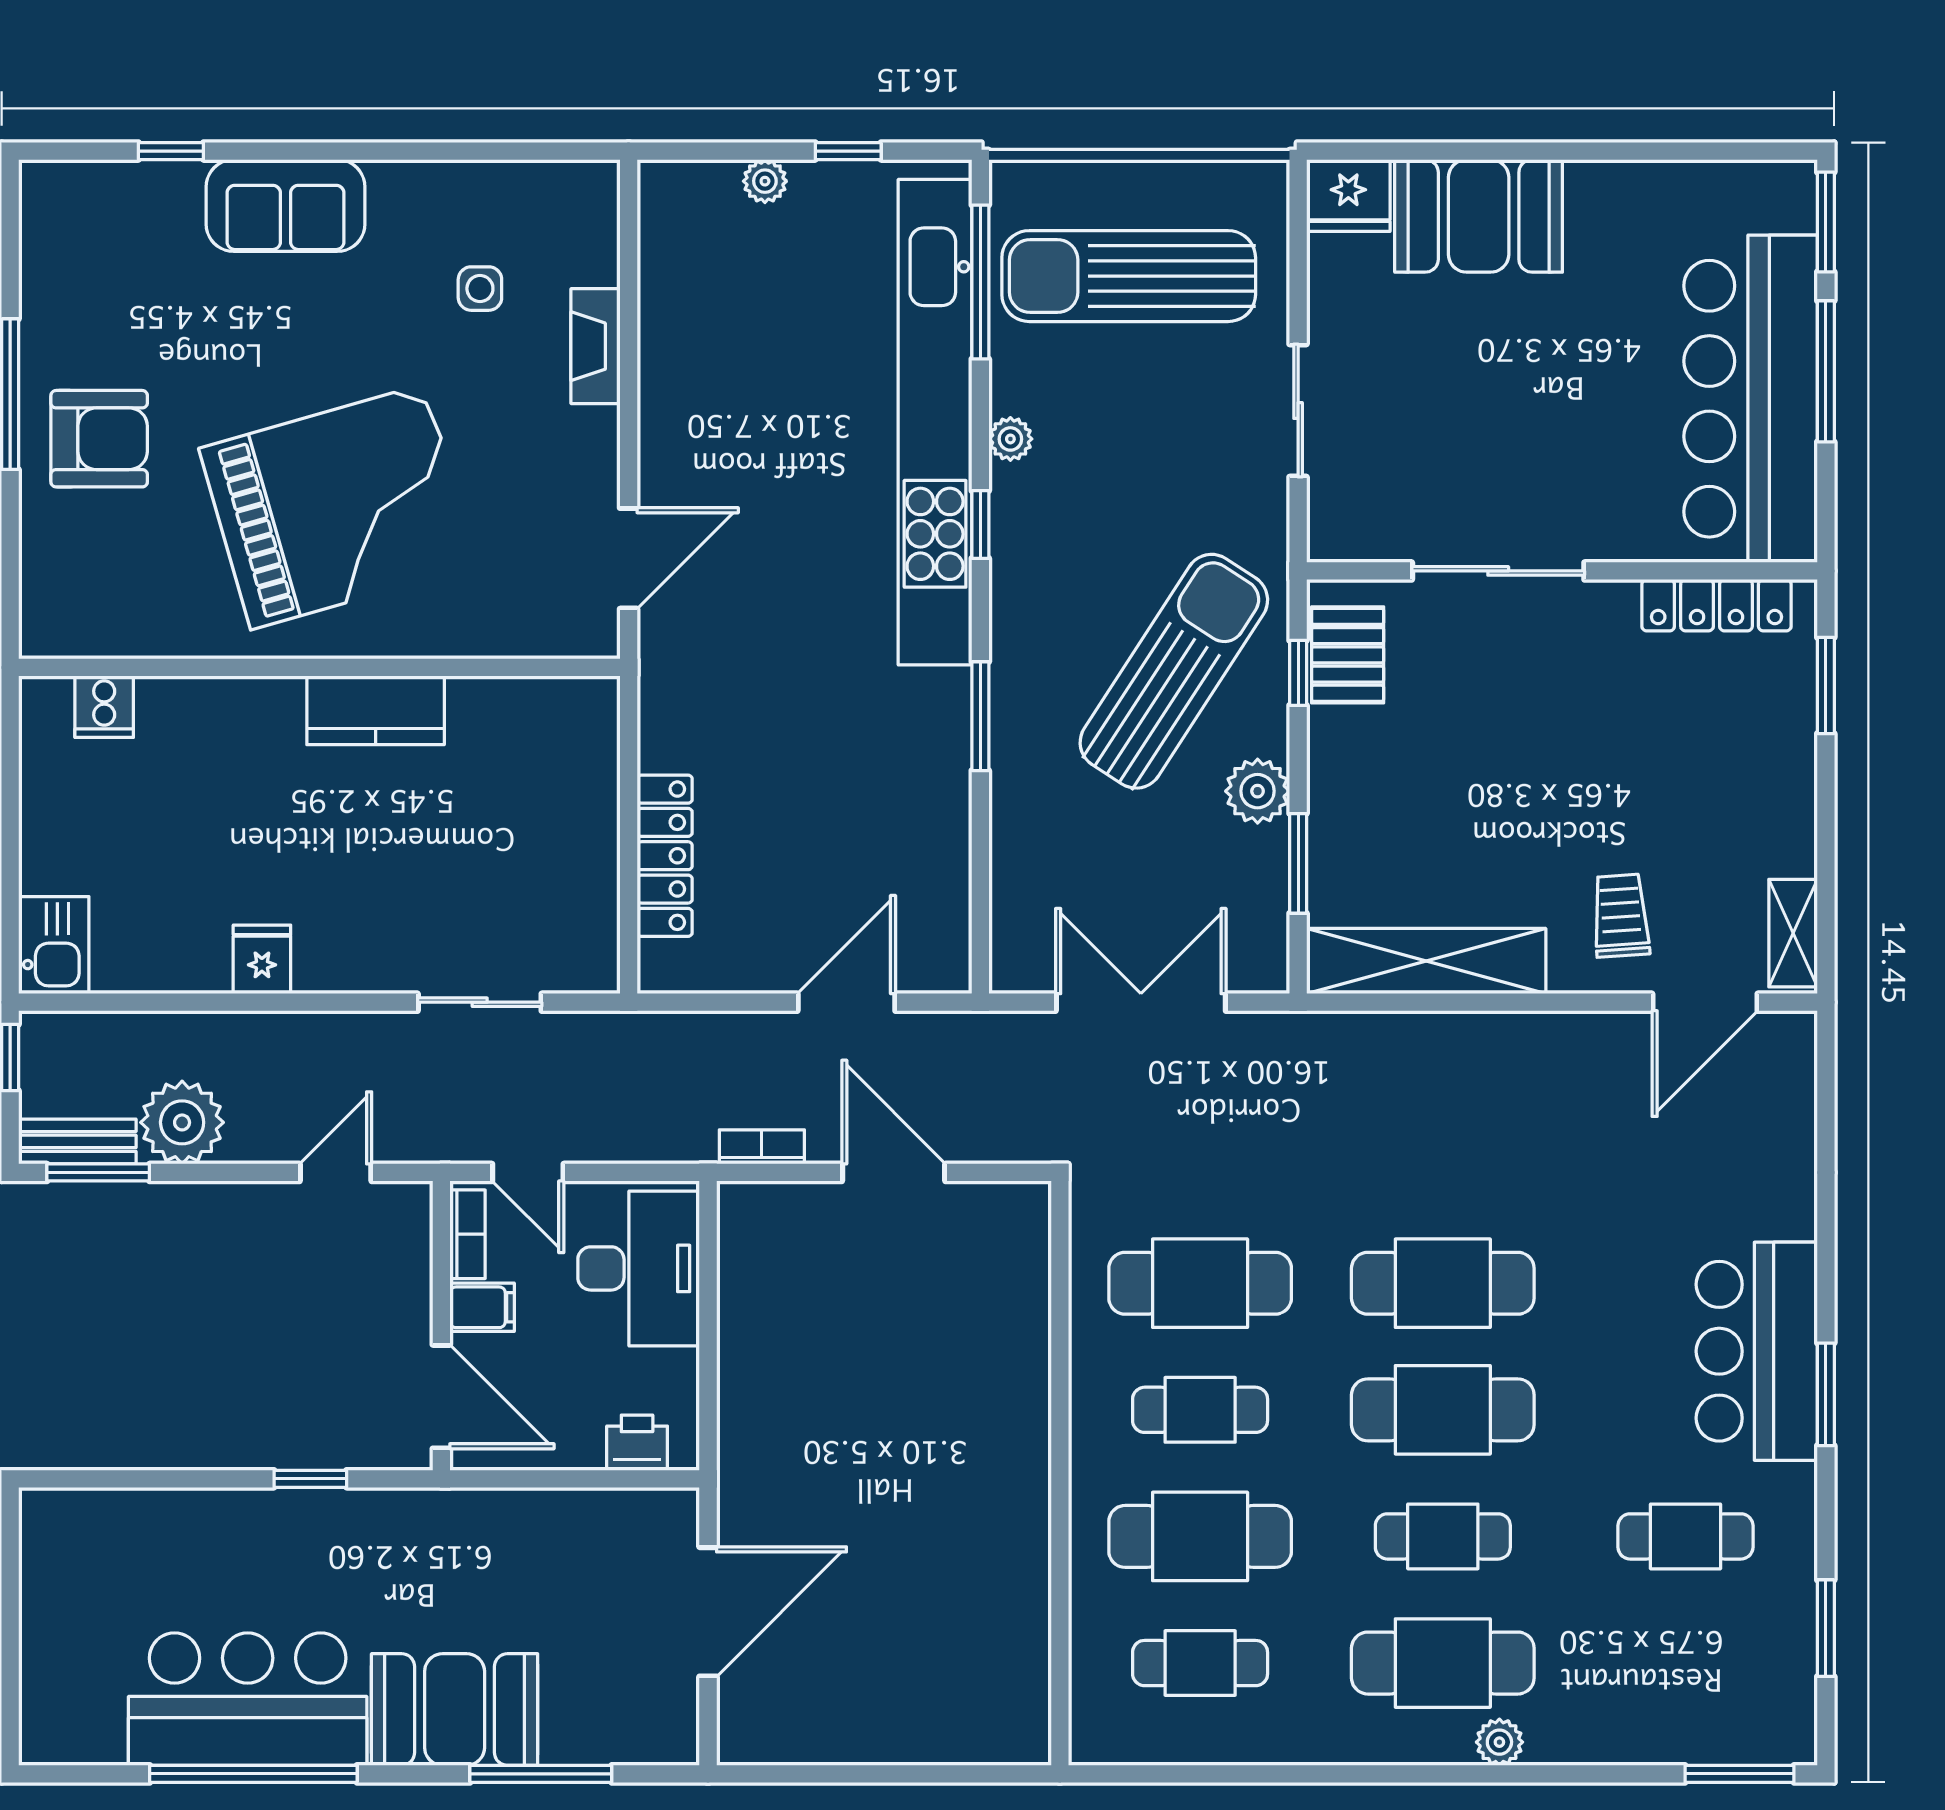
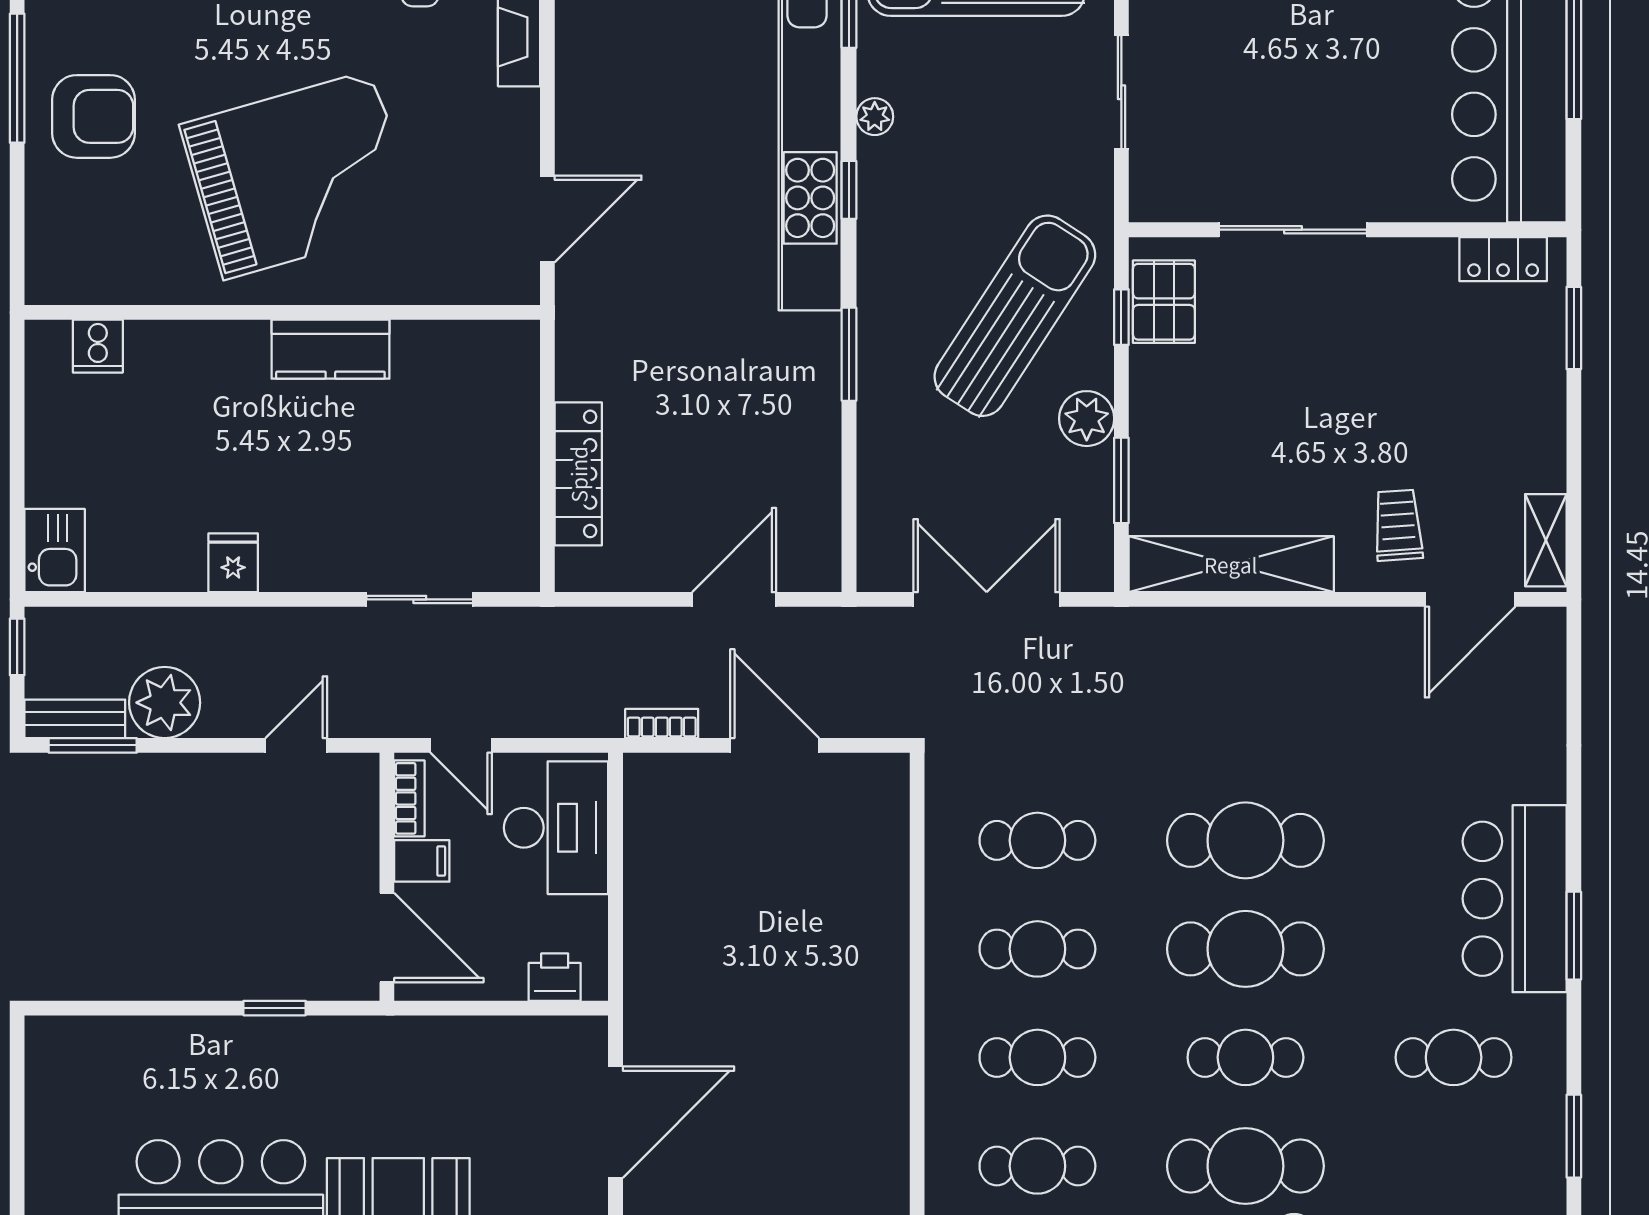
locker: (1716, 605) -> (1503, 259), width x0.66
cafe table: (1200, 1283) -> (1037, 840), width x0.73, depth x0.74
cafe table: (1200, 1536) -> (1037, 1057), width x0.73, depth x0.74

